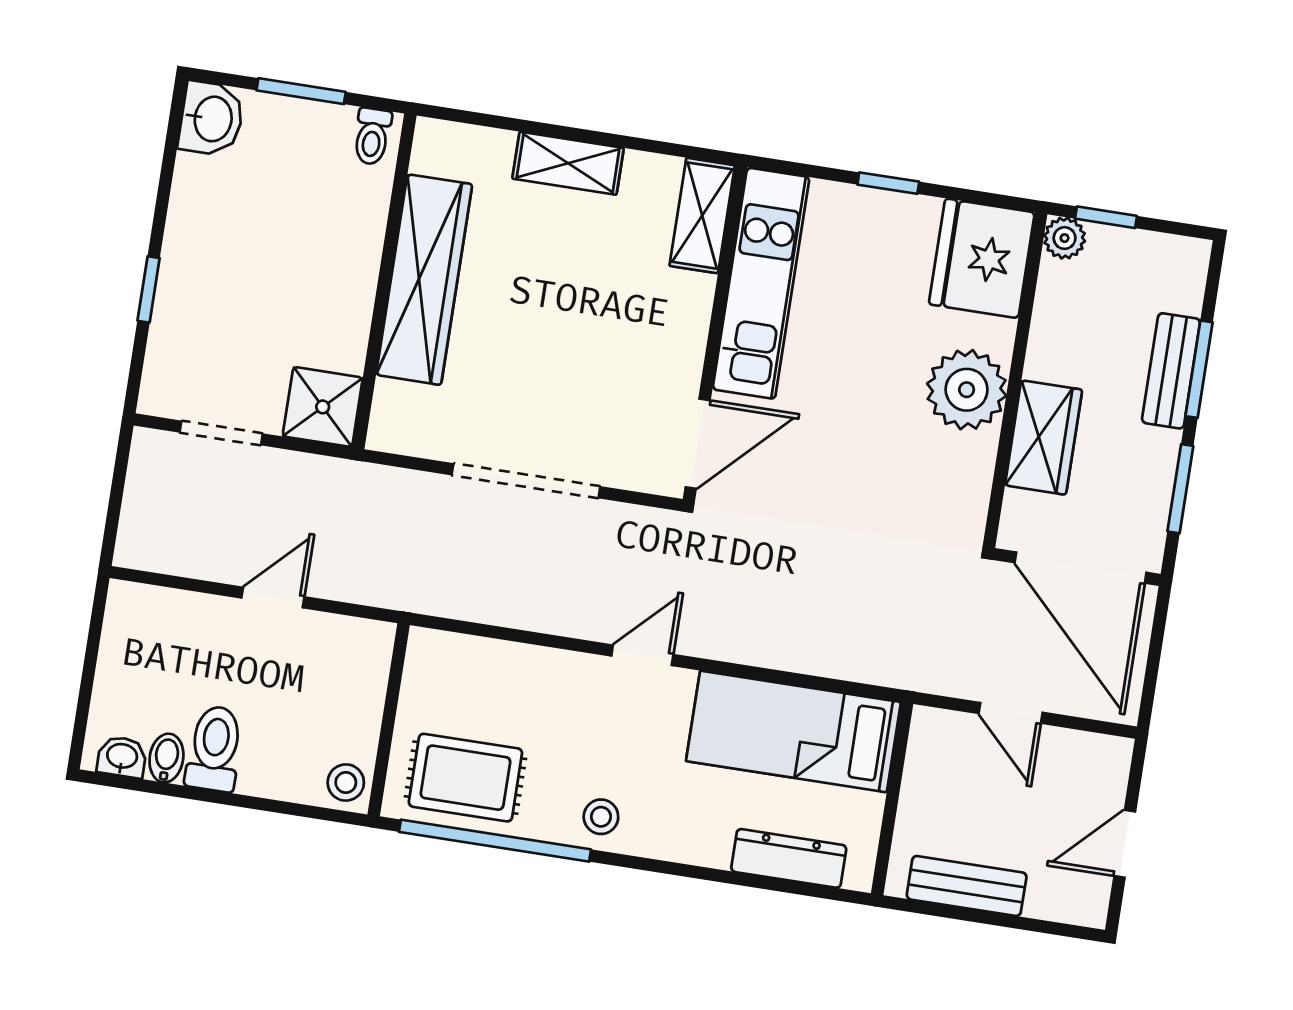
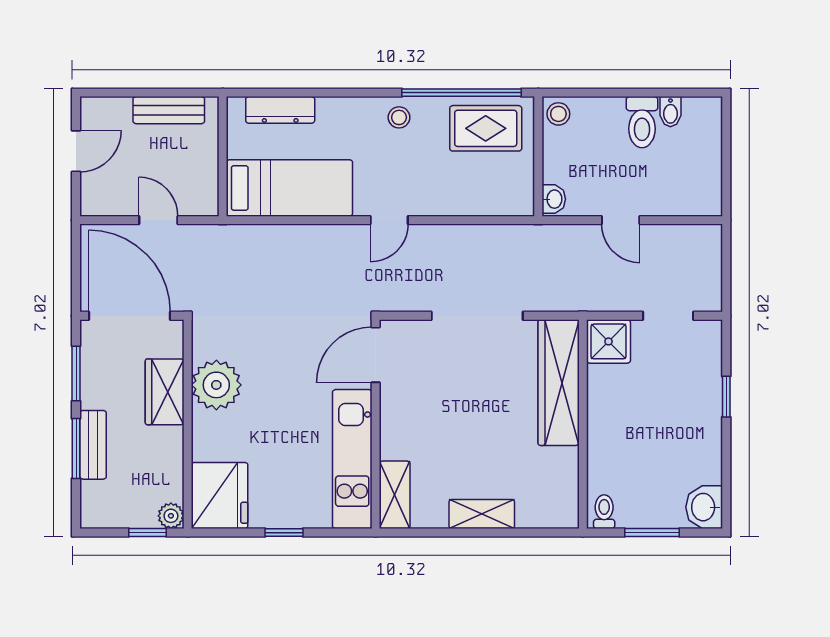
wardrobe: (424, 280) -> (559, 383), moved
plant: (967, 390) -> (216, 385), moved
door: (273, 597) -> (621, 220), hinge flipped
washbasin: (122, 757) -> (554, 199), moved, turned -90

